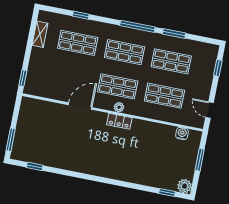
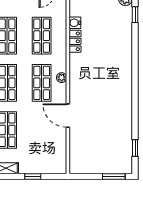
window: (23, 78) -> (33, 176), moved
locker: (119, 121) -> (75, 41), moved
water cooler: (182, 134) -> (75, 23), moved

